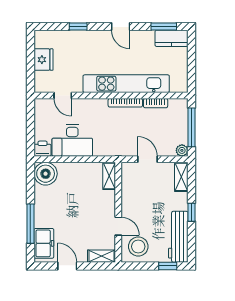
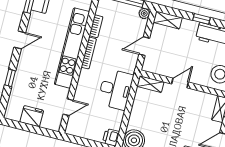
desk: (72, 141) -> (115, 89), moved
door: (118, 226) -> (180, 83), moved

